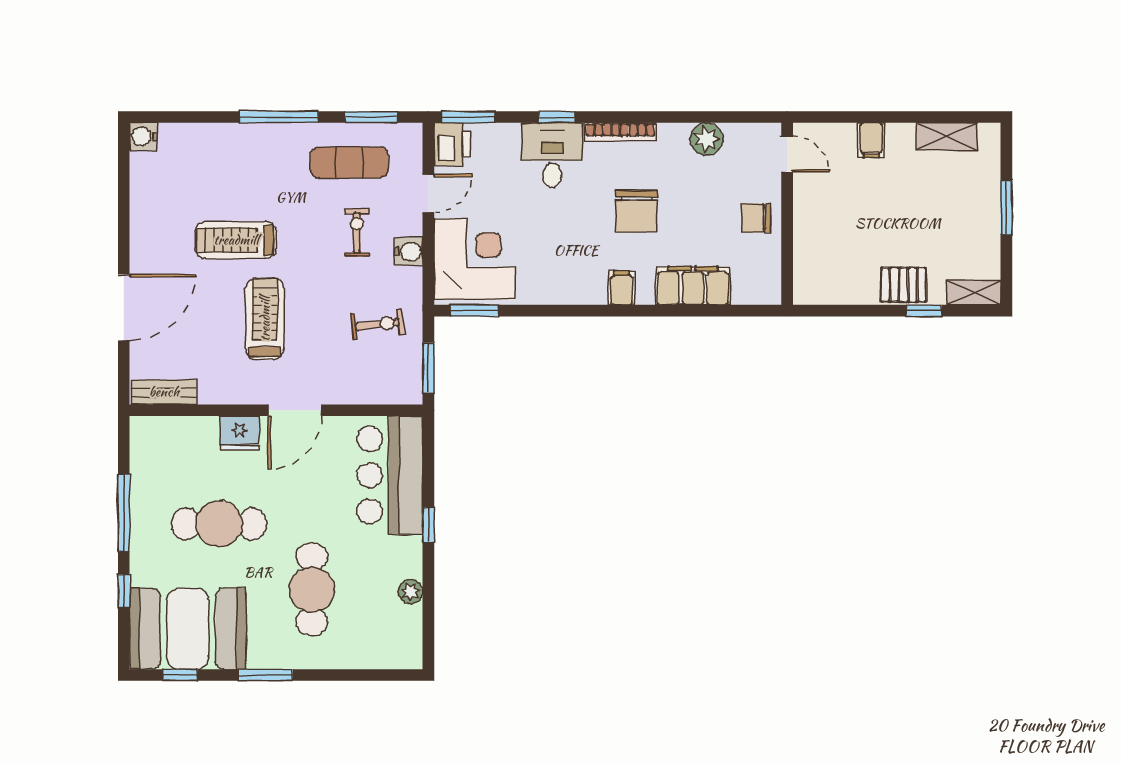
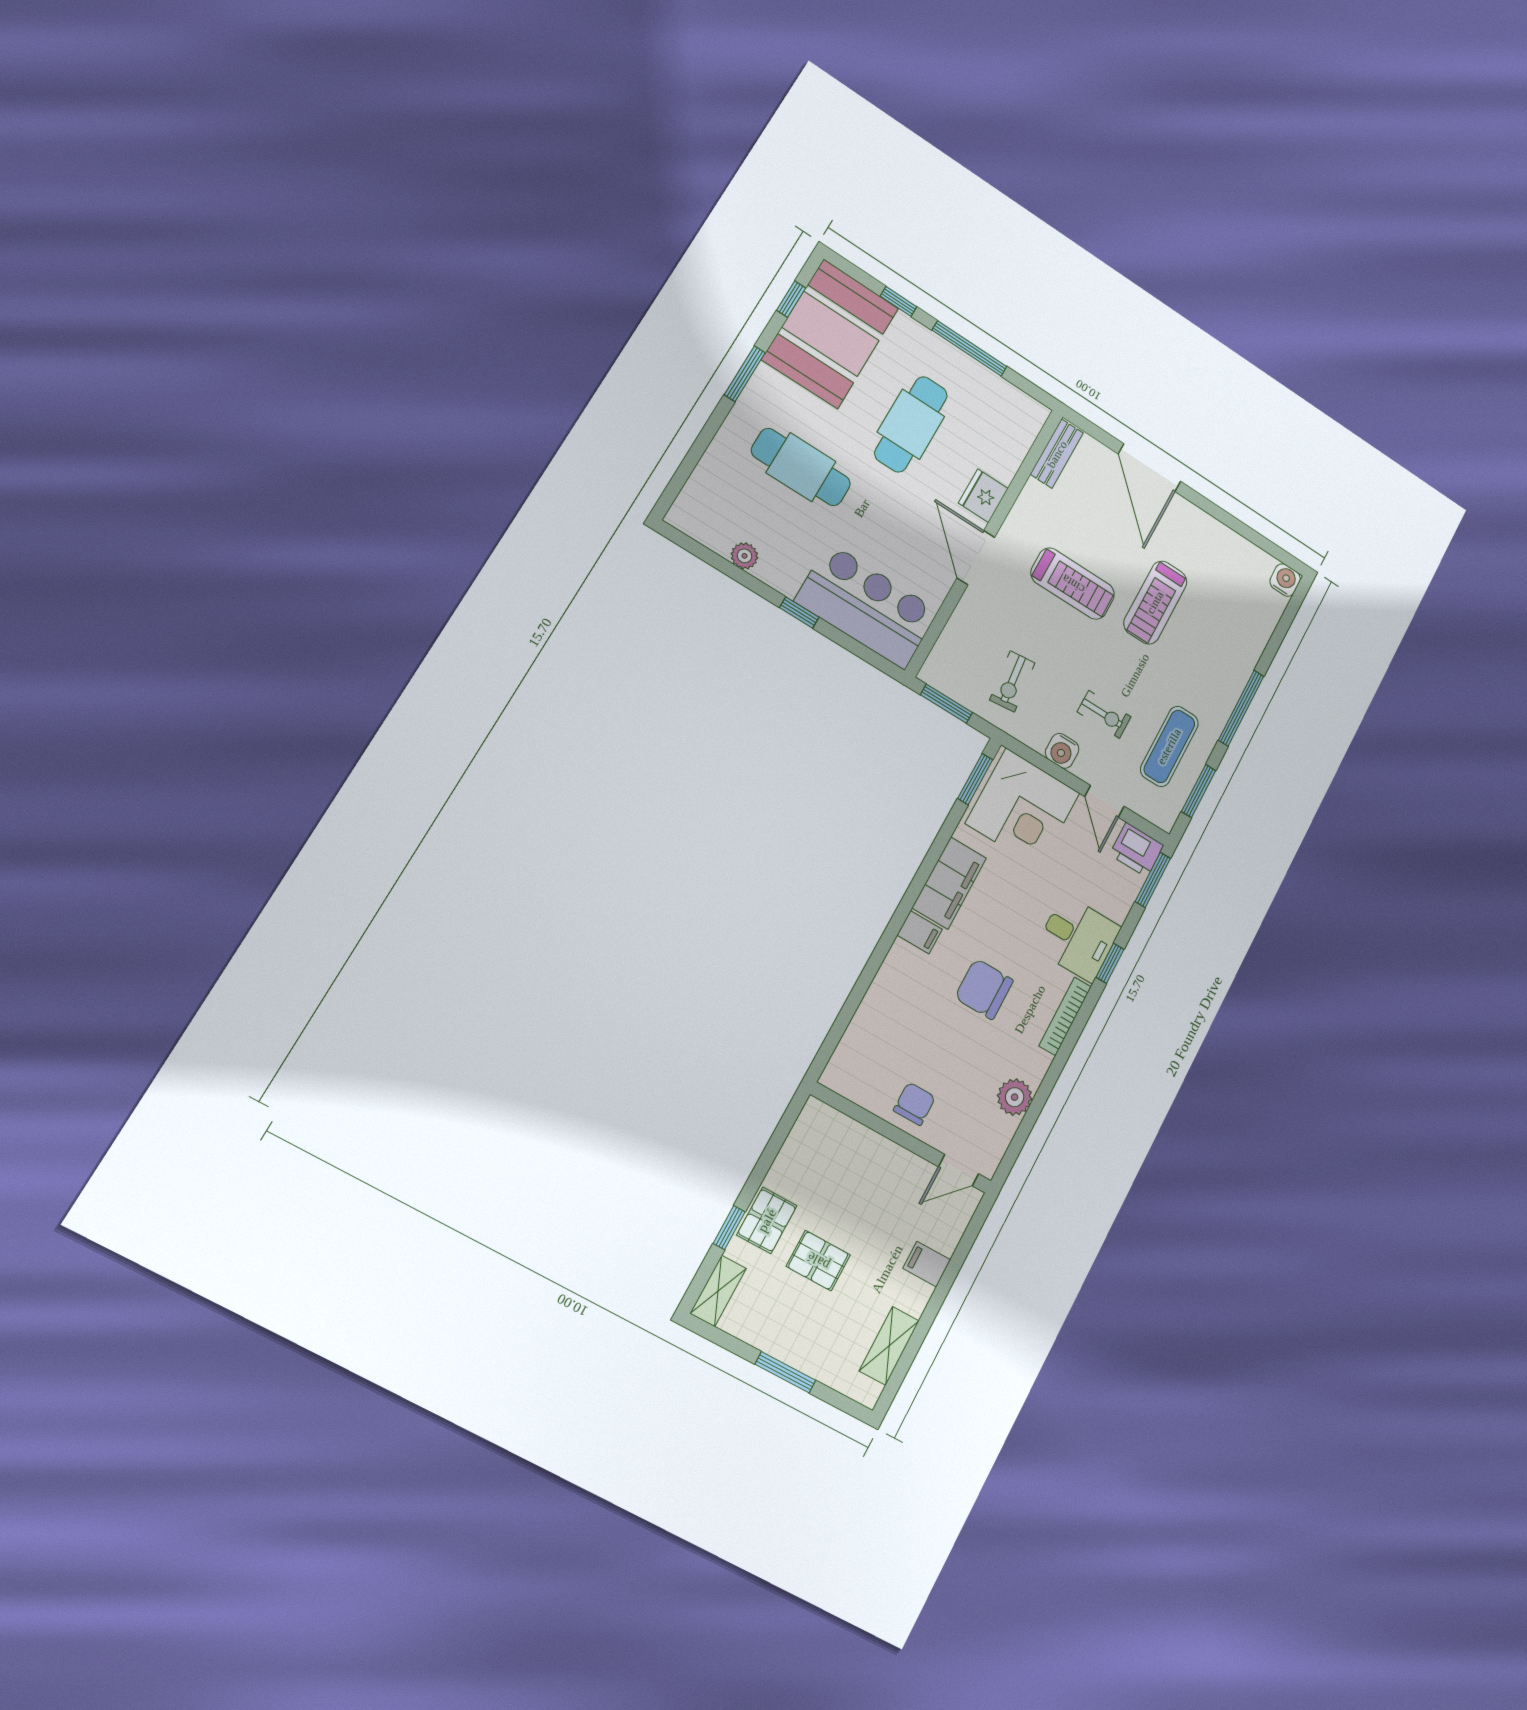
pallet: (913, 228) -> (818, 1261), added
treadmill: (236, 240) -> (1155, 602), turned 180
filing cabinet: (693, 286) -> (949, 883), moved

